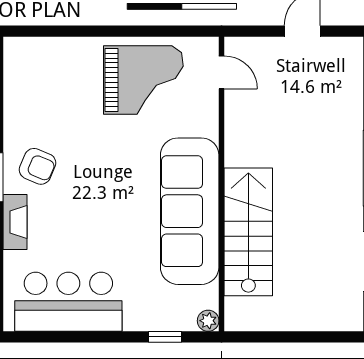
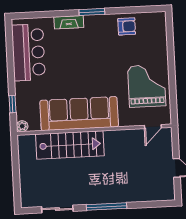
grand piano: (143, 80) -> (147, 86), turned 180
armchair: (38, 166) -> (127, 26), moved, turned -113

